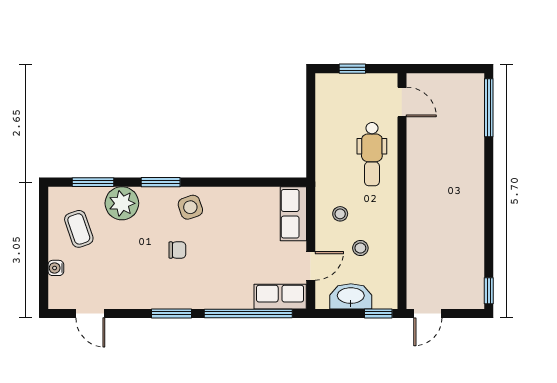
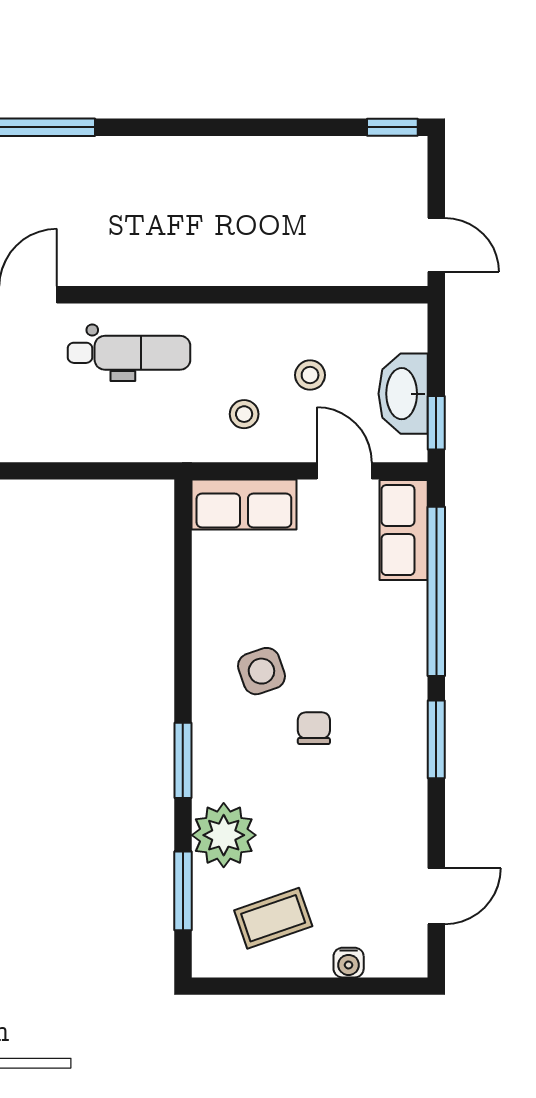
side table: (190, 207) -> (261, 671), moved
window: (378, 313) -> (436, 423), moved

